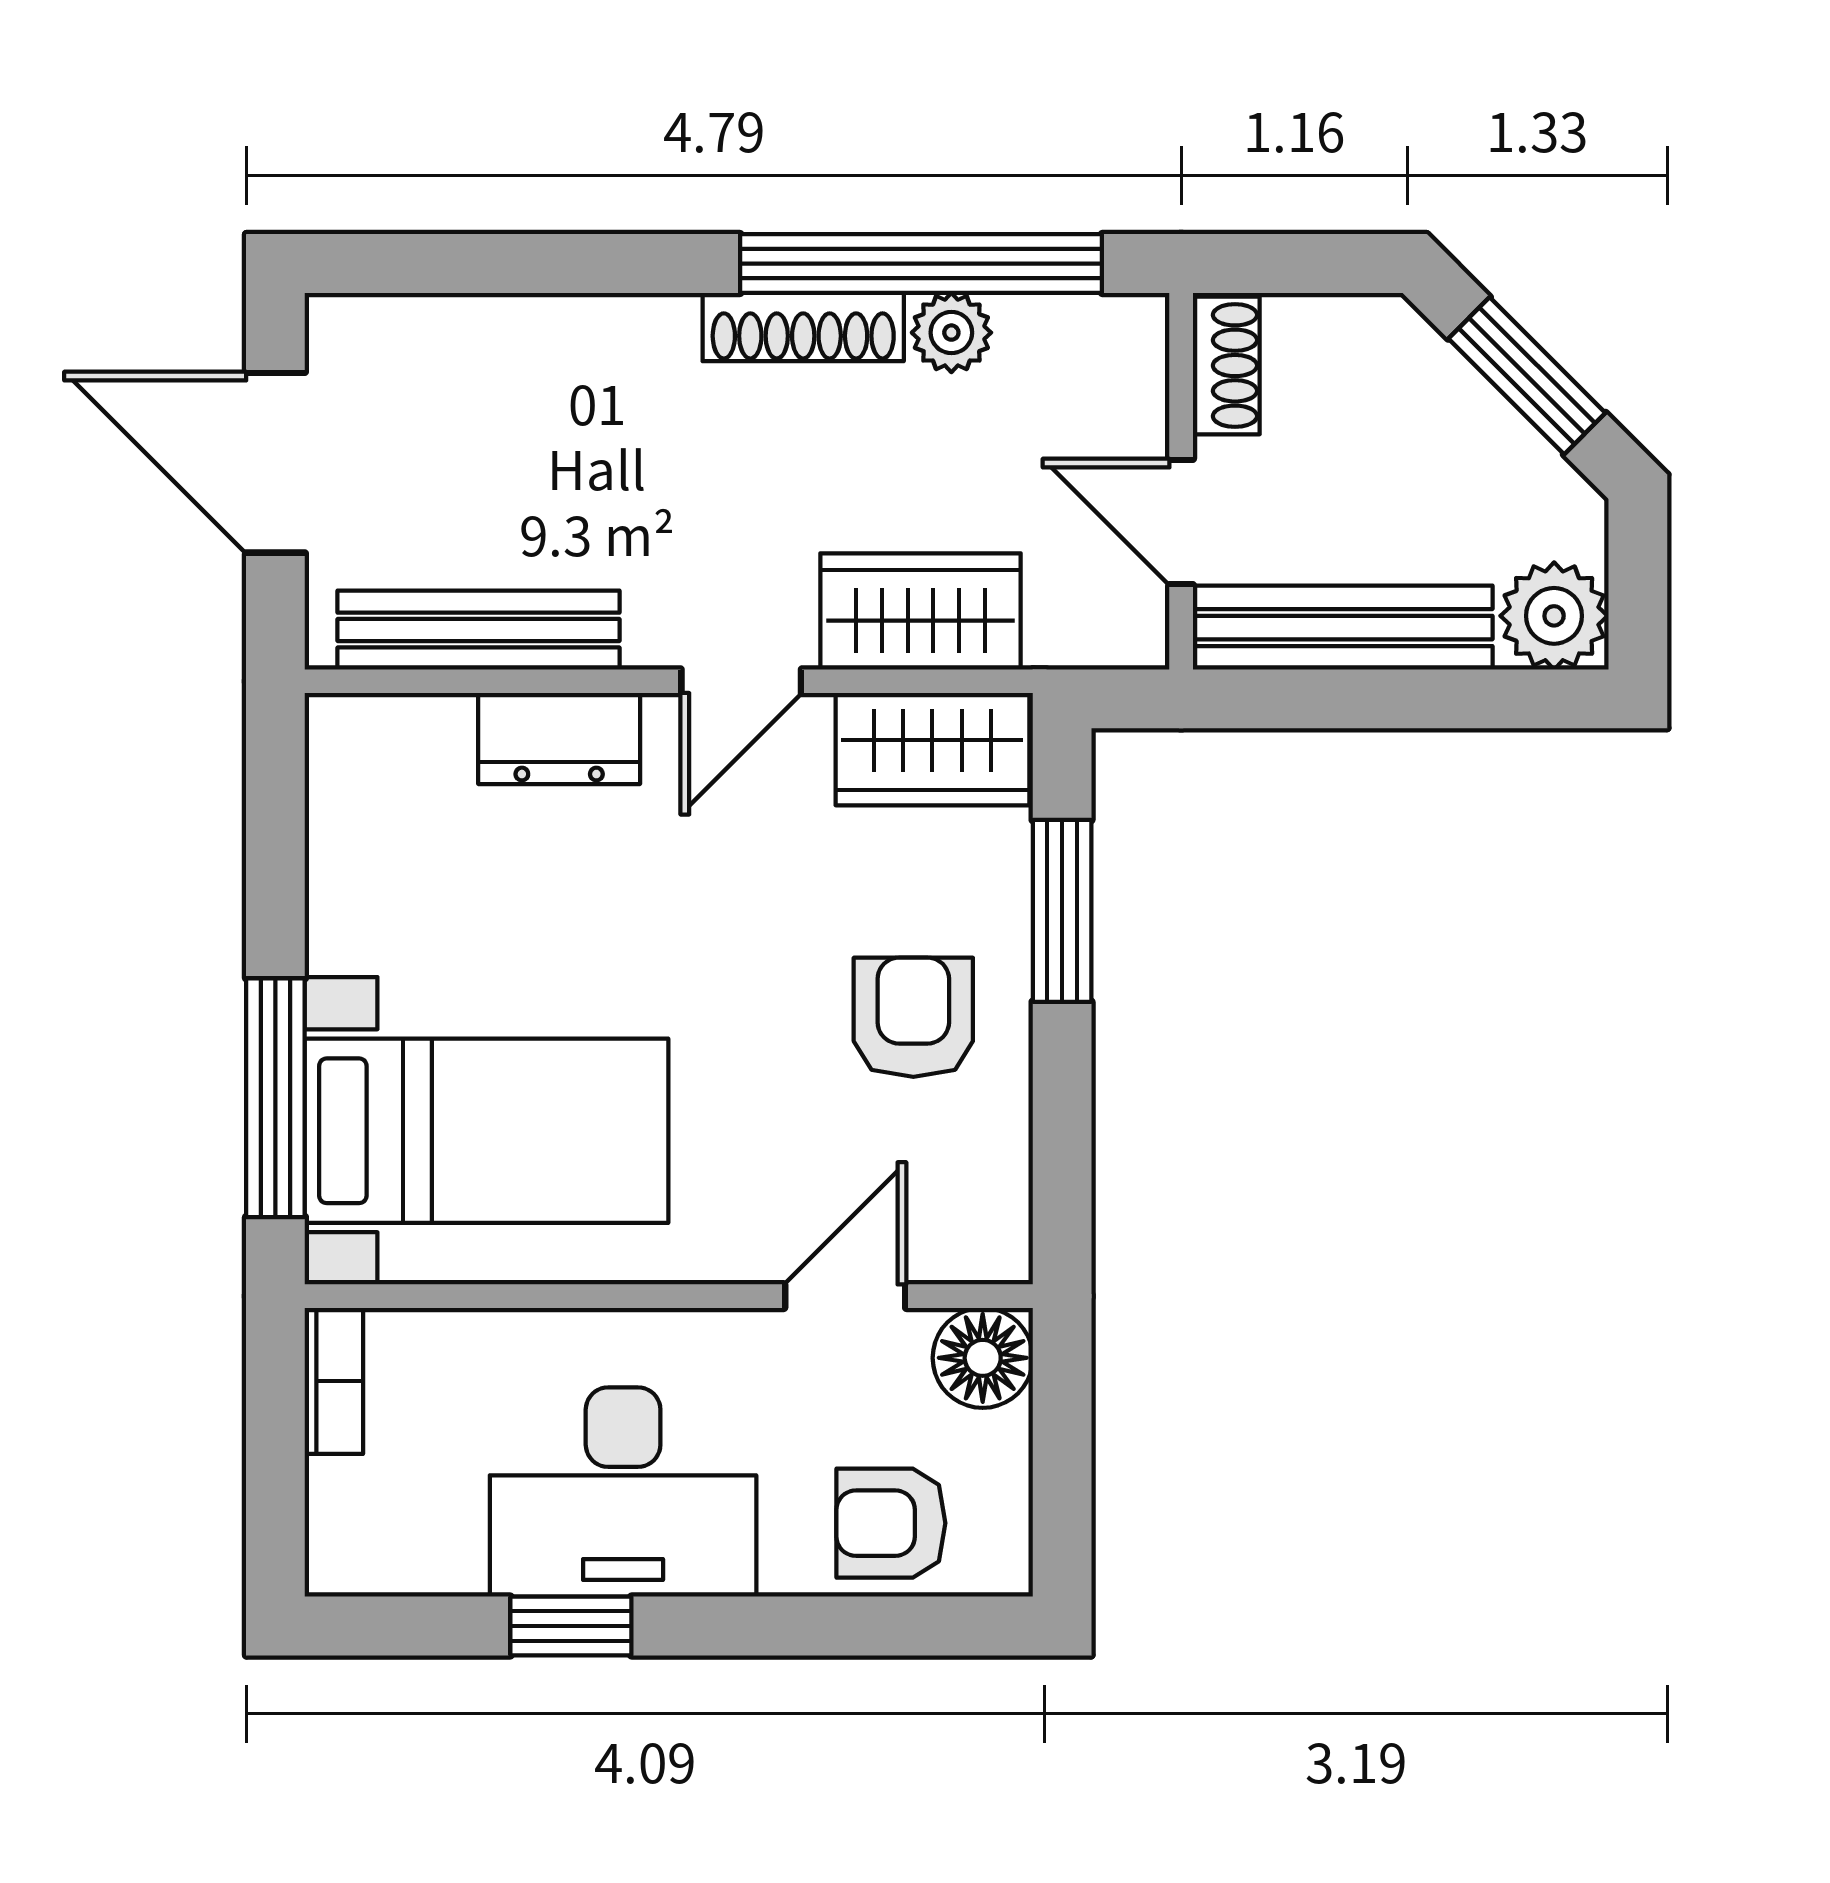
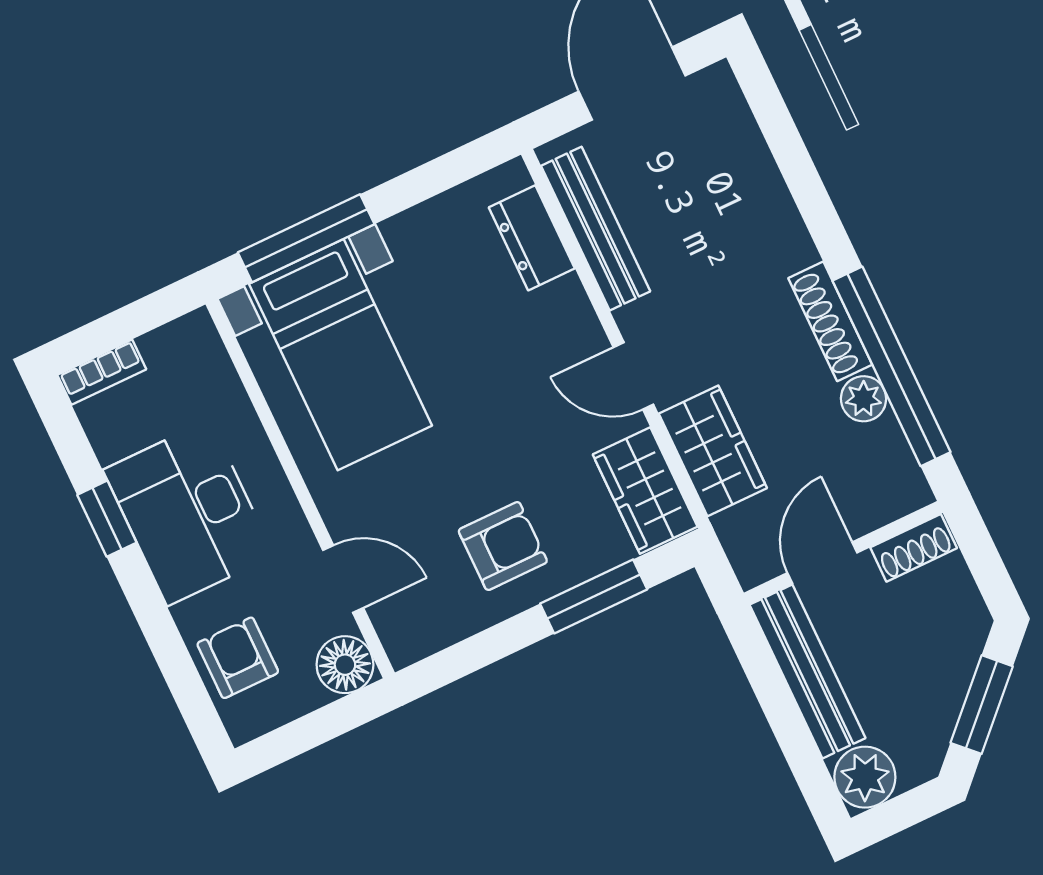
dresser: (559, 739) -> (532, 238), moved
bookcase: (334, 1381) -> (102, 372), moved

